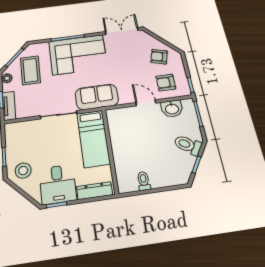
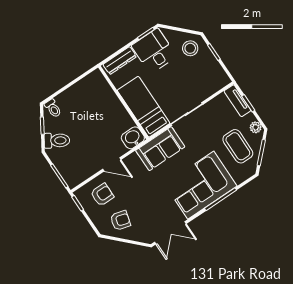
washbasin: (172, 109) -> (133, 138), moved
toilet: (144, 181) -> (53, 108), moved

